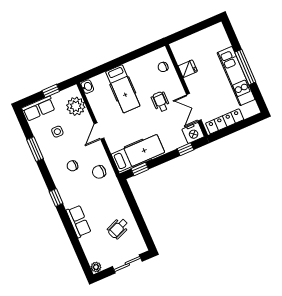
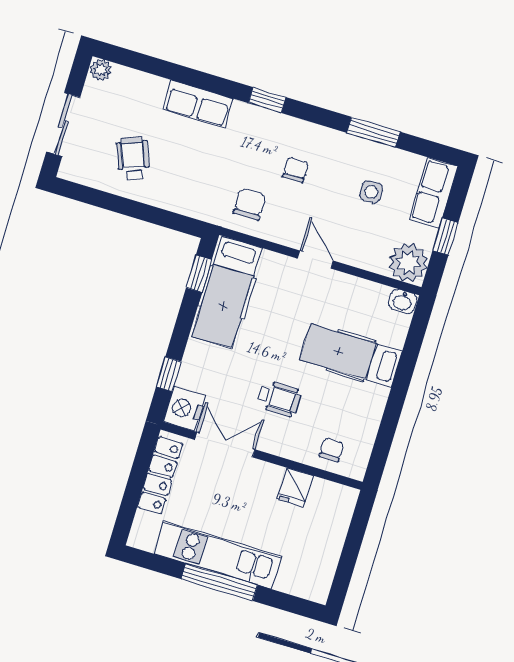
plant: (76, 106) -> (408, 263), moved

